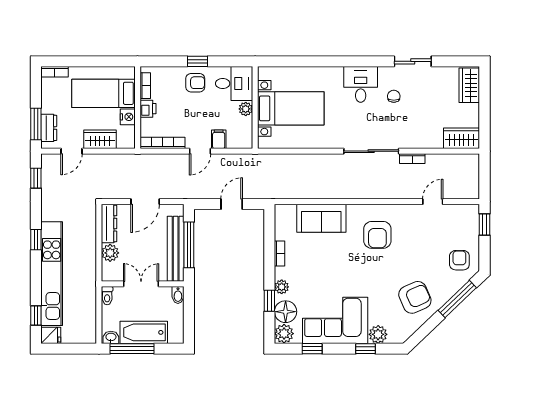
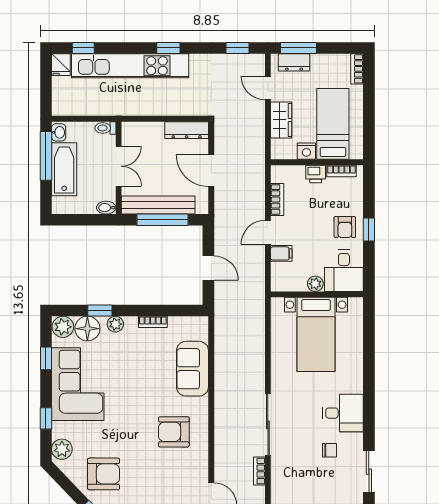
bookcase: (163, 143) -> (277, 199), width x0.64
door: (200, 151) -> (268, 232), hinge flipped
plant: (110, 253) -> (154, 131), removed
armchair: (415, 297) -> (103, 474), turned -66
plant: (378, 334) -> (62, 449), moved

